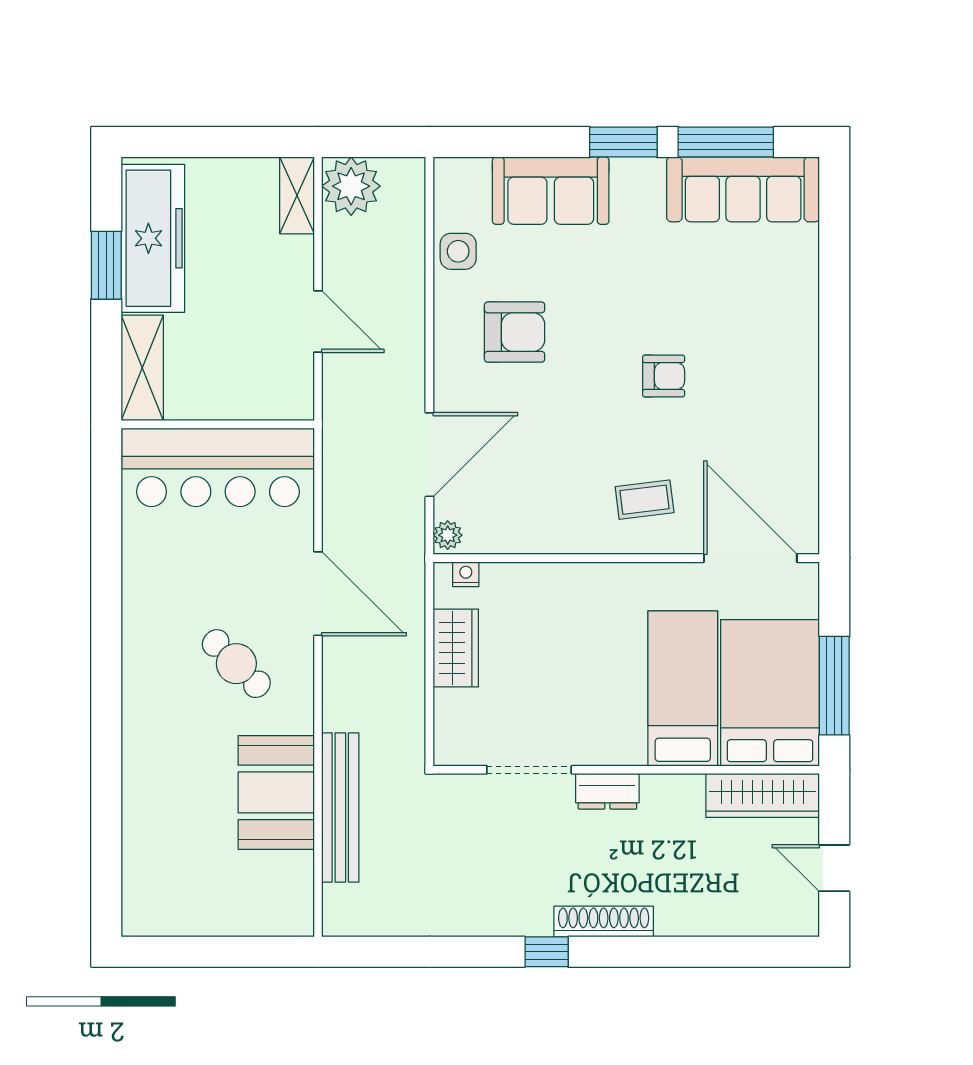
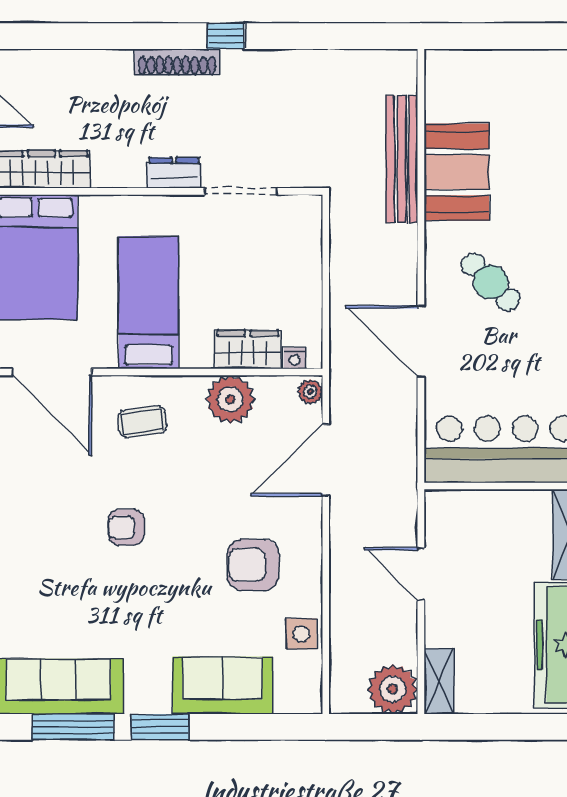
plant: (541, 526) -> (230, 399), added
wardrobe: (456, 648) -> (248, 350), moved, turned 90
bed: (683, 689) -> (149, 303), moved, turned 180

